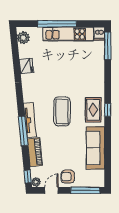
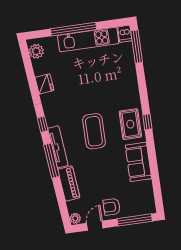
sofa: (95, 148) -> (138, 162), width x0.73
window: (28, 177) -> (43, 124), moved

